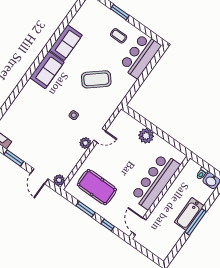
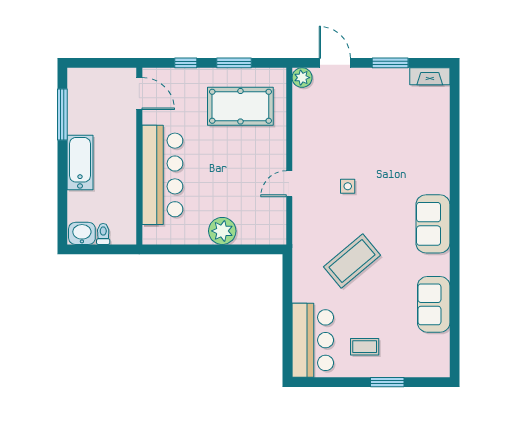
sofa: (66, 43) -> (434, 304), moved
plant: (85, 143) -> (302, 158), removed
window: (196, 222) -> (62, 115), moved

